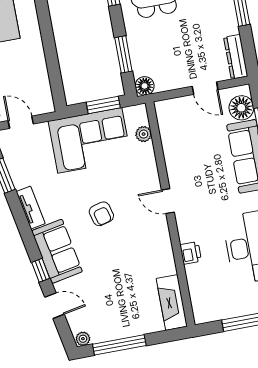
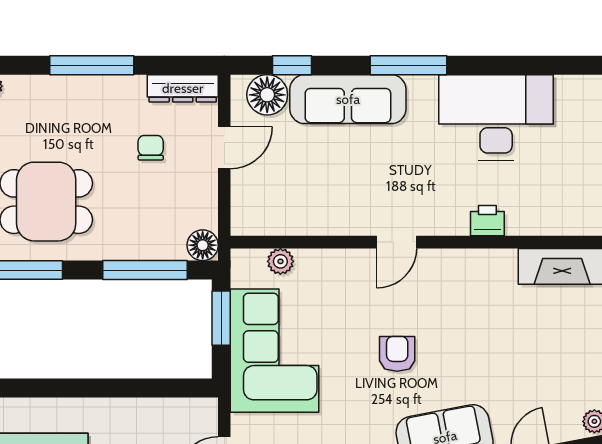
chair: (197, 44) -> (151, 148), added
window: (123, 54) -> (145, 270), width x1.44
armchair: (101, 214) -> (397, 354), turned -75

